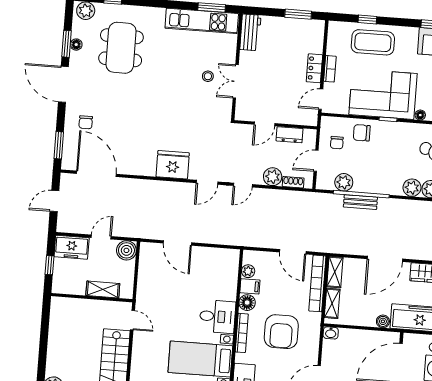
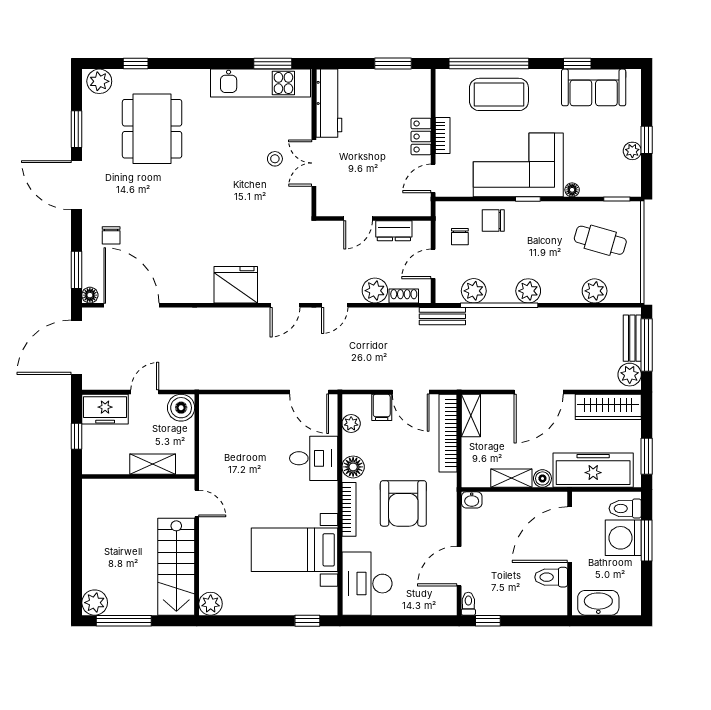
window: (367, 19) -> (489, 64), width x3.17
workbench: (250, 32) -> (329, 103), width x1.38
floor lamp: (76, 45) -> (90, 295), moved
plant: (412, 188) -> (528, 291), moved
door: (54, 201) -> (76, 347), width x1.88
bench: (360, 202) -> (442, 316), moved
door: (177, 243) -> (309, 392), moved
filing cabinet: (250, 286) -> (382, 407), moved, turned 90
shelving: (332, 303) -> (511, 478), moved, turned 90
desk: (218, 317) -> (314, 458), moved

